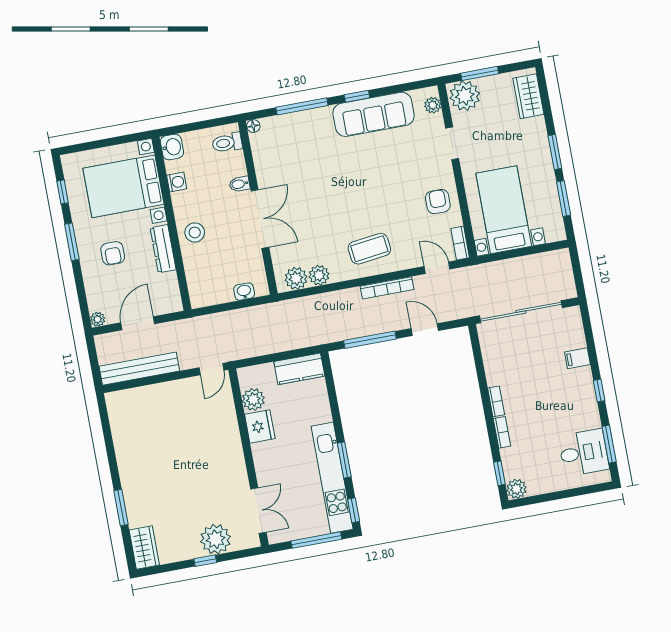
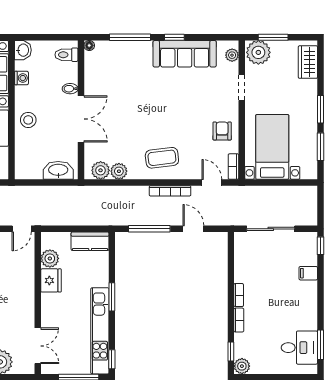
washbasin: (244, 292) -> (58, 170), width x1.91, depth x1.45
sliding door: (521, 312) -> (271, 229), width x0.73
window: (599, 390) -> (320, 246), moved
window: (344, 460) -> (112, 297), moved

